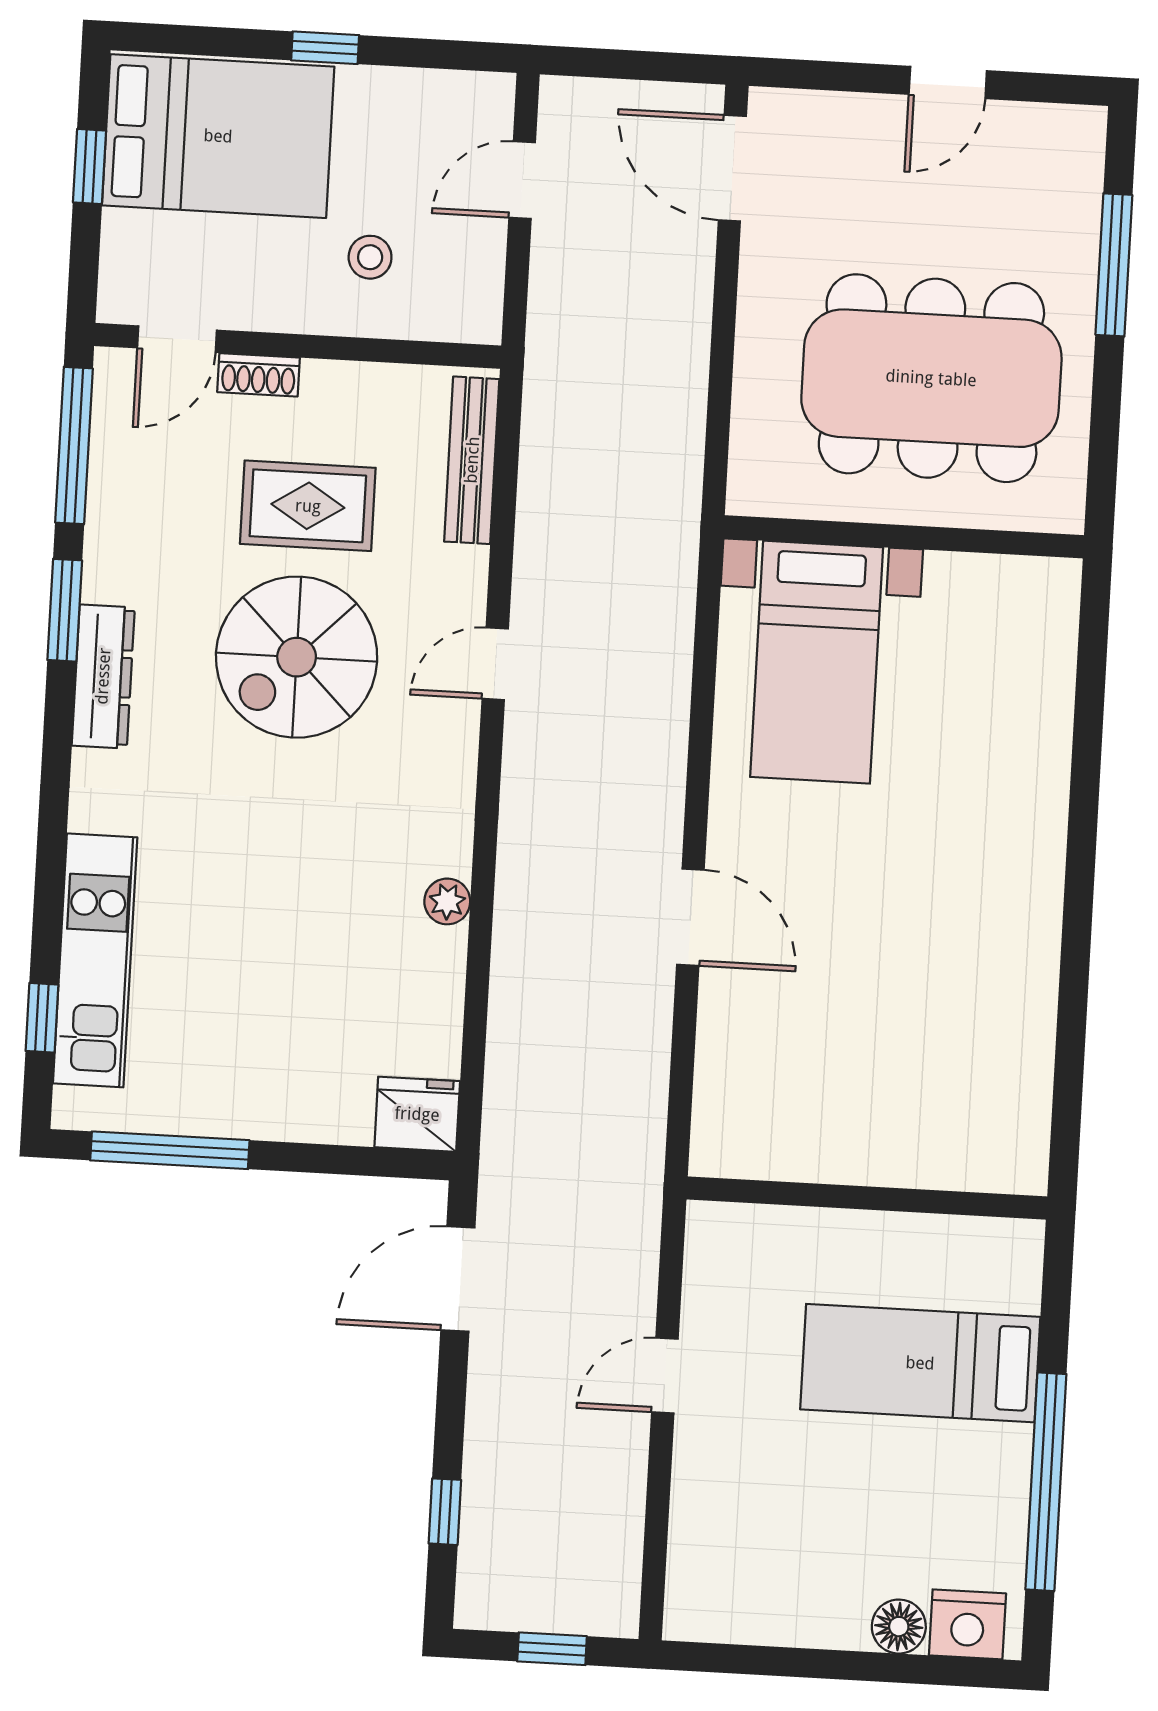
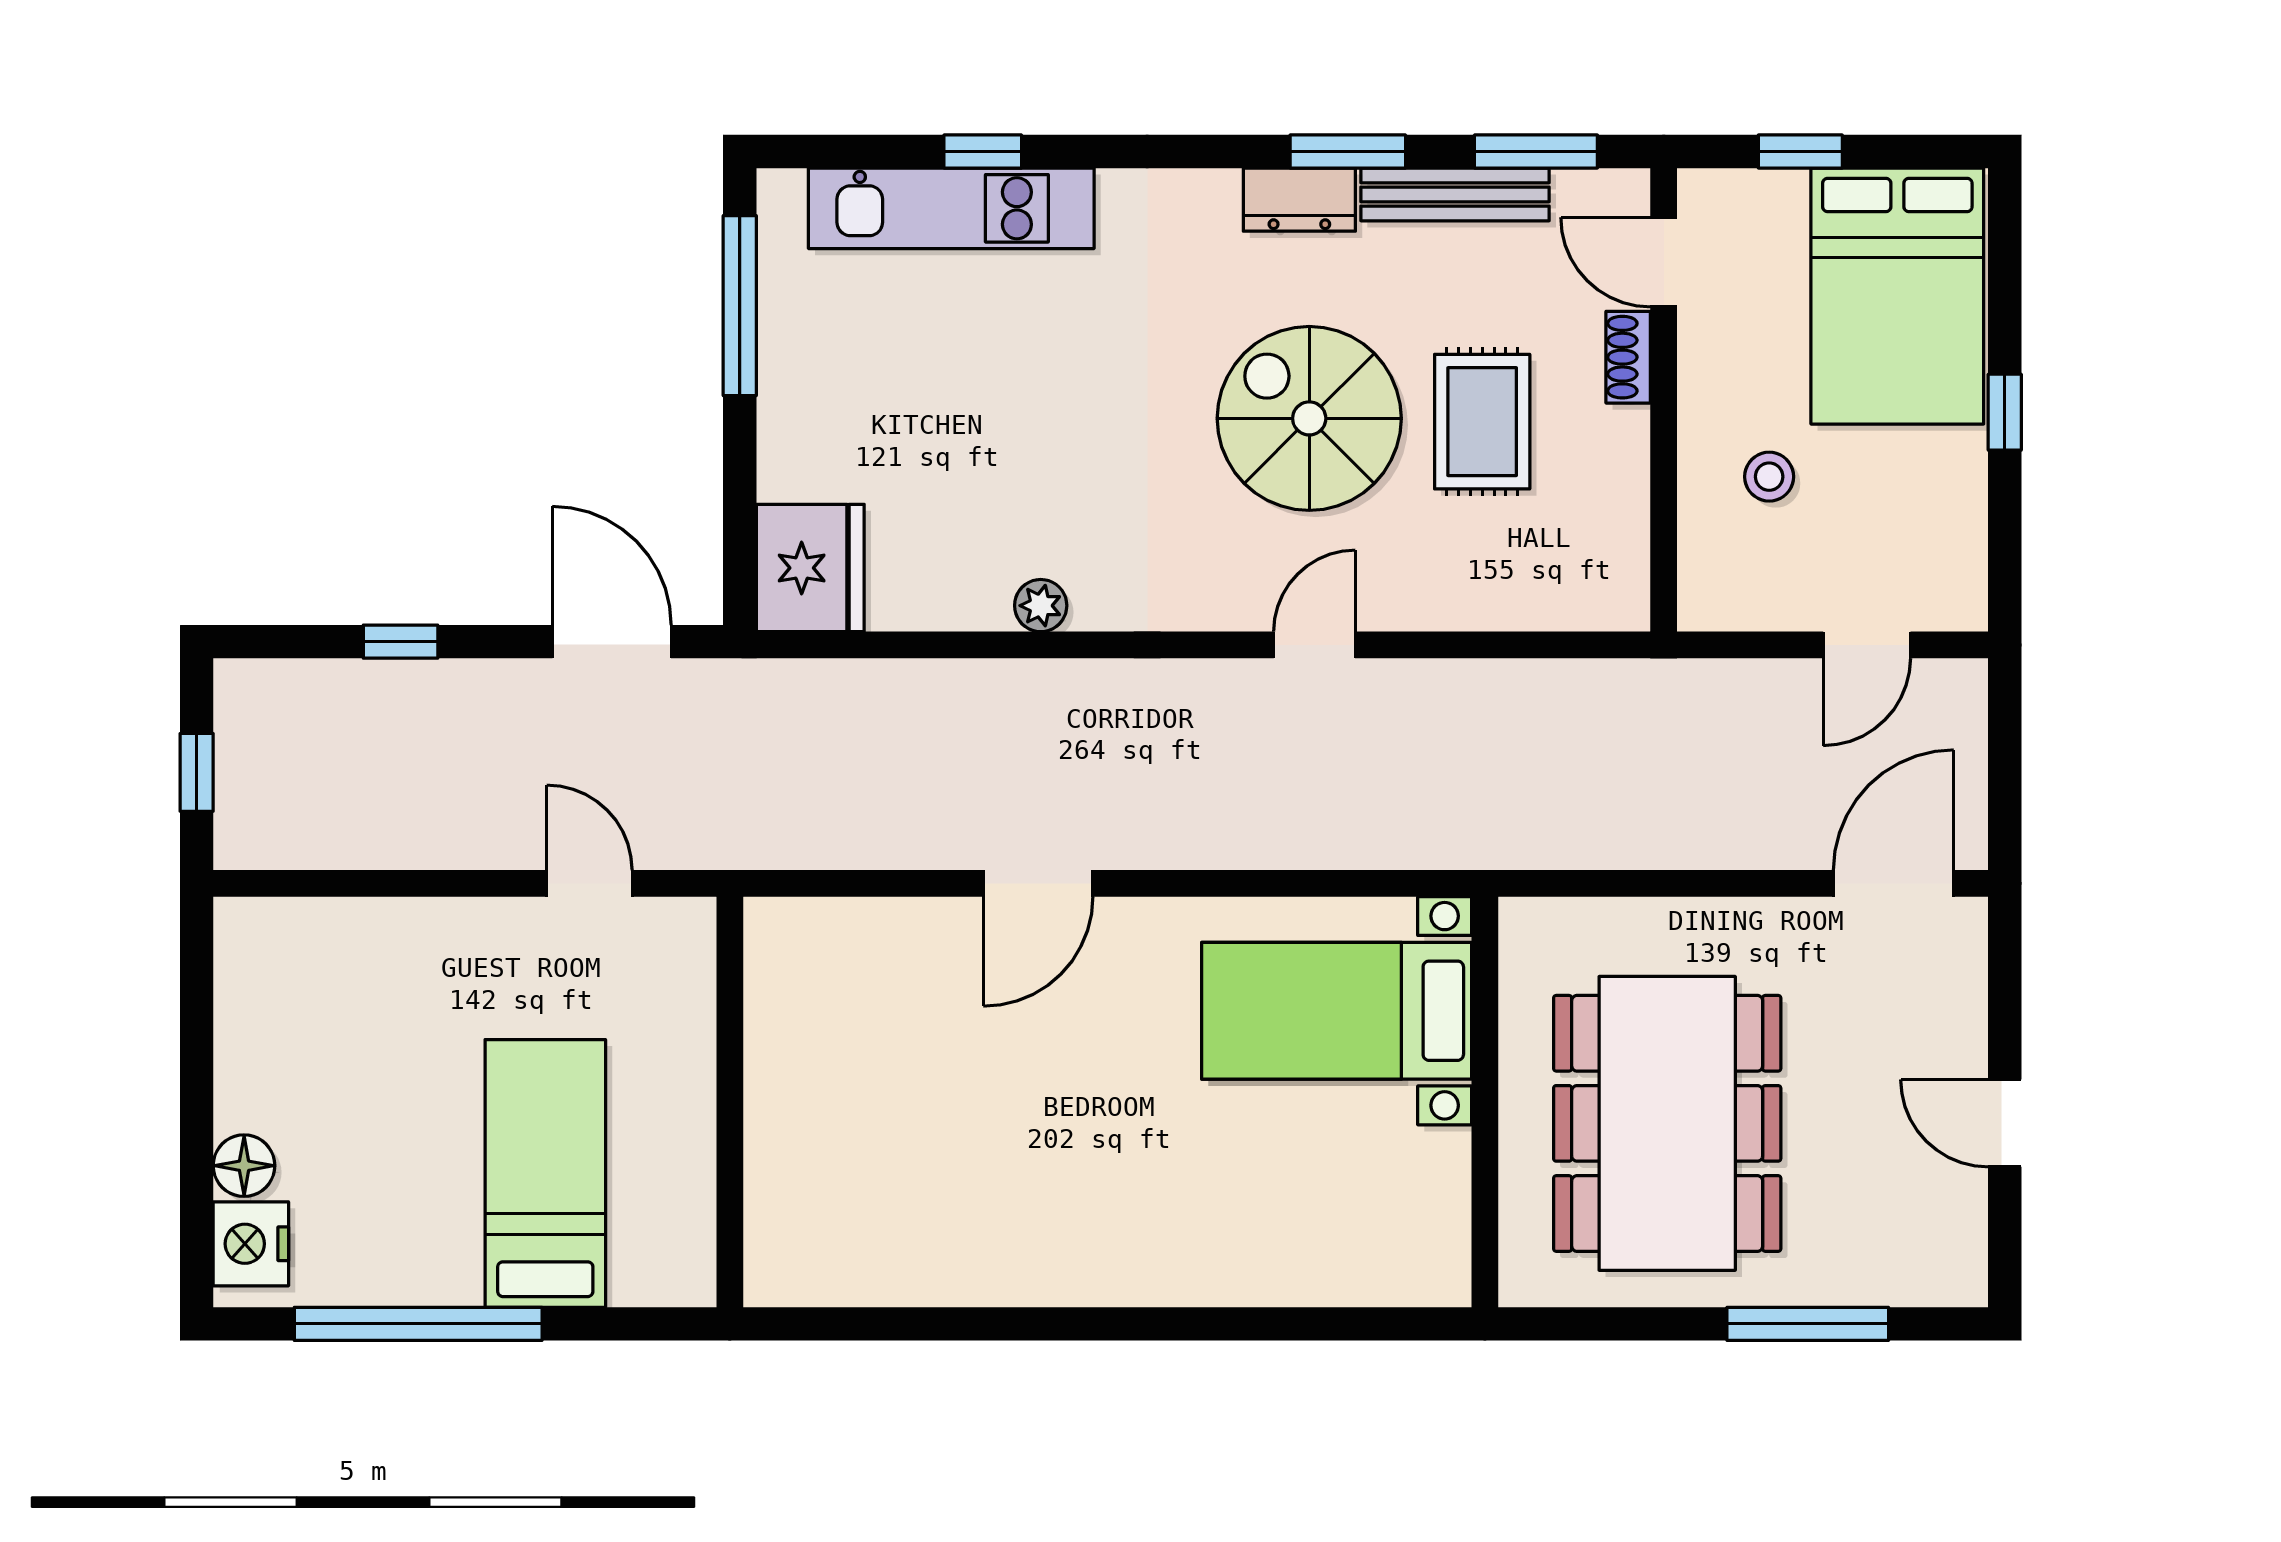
window: (90, 167) -> (1800, 152), moved
door: (522, 180) -> (1867, 645), swing flipped
window: (74, 446) -> (1536, 152), width x0.69
bench: (472, 460) -> (1455, 194), moved
door: (495, 664) -> (1314, 645), hinge flipped
dresser: (103, 676) -> (1299, 200), width x0.70
window: (42, 1018) -> (983, 152), moved
fridge: (417, 1114) -> (810, 568), width x1.36, depth x1.34
door: (665, 1375) -> (590, 883), moved
window: (445, 1512) -> (401, 642), moved

